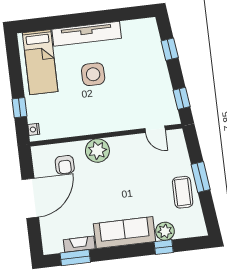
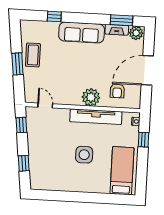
tv unit: (87, 34) -> (96, 117), moved, turned 180
armchair: (65, 165) -> (117, 91), turned 180
plant: (165, 231) -> (136, 33), moved

